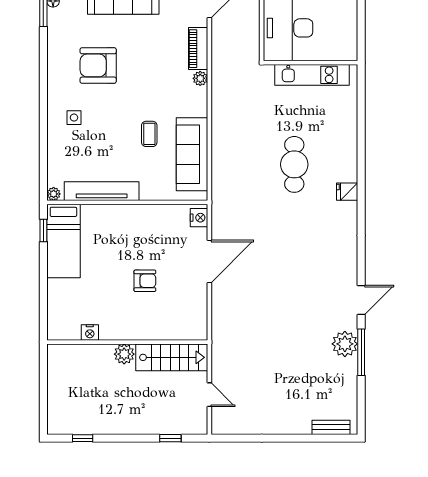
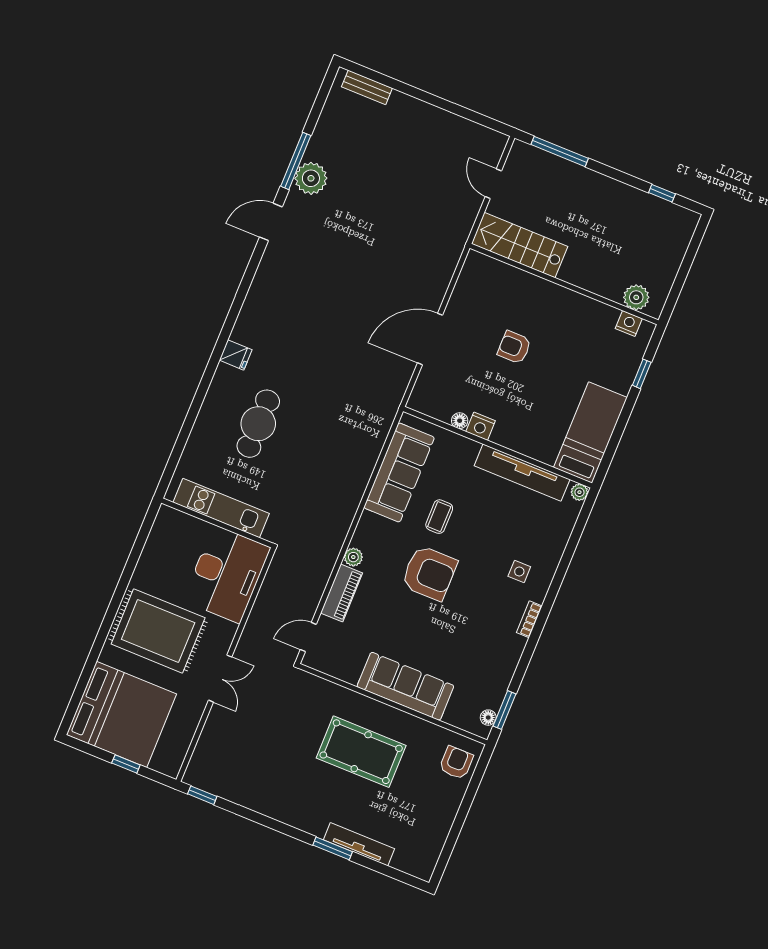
armchair: (98, 65) -> (429, 573), moved
bookcase: (52, 85) -> (529, 619), added
cafe table: (294, 164) -> (258, 424), moved
floor lamp: (163, 210) -> (460, 421), added
nightstand: (199, 218) -> (481, 426), moved, turned -90
window: (43, 231) -> (642, 374), moved
nightstand: (90, 333) -> (629, 323), moved
plant: (124, 354) -> (636, 297), moved
window: (170, 438) -> (560, 151), width x2.17

